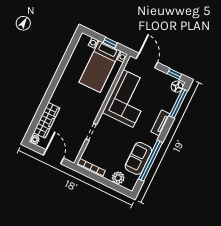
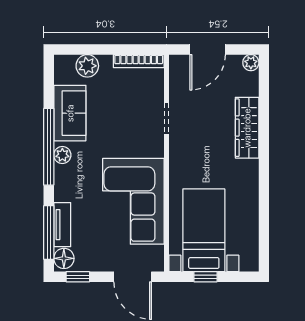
wardrobe: (47, 120) -> (247, 128), moved
tv unit: (160, 123) -> (62, 225), moved
plant: (152, 139) -> (62, 155), added
door: (53, 157) -> (208, 50), hinge flipped
window: (150, 161) -> (49, 147), moved

